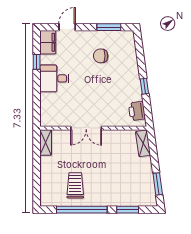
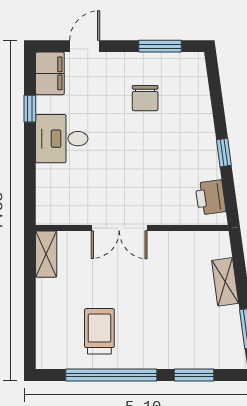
chair: (101, 56) -> (145, 98), turned -90
shelving: (143, 143) -> (225, 282), moved

